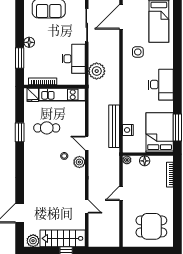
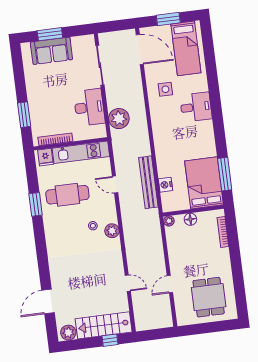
door: (121, 17) -> (140, 50), swing flipped
floor lamp: (29, 42) -> (33, 94), removed
desk: (161, 85) -> (196, 107), moved, width x0.73
cafe table: (47, 128) -> (67, 195), width x1.37, depth x1.35
door: (87, 143) -> (115, 184), moved
door: (121, 193) -> (170, 284), moved
dining table: (151, 226) -> (209, 297), turned 90

